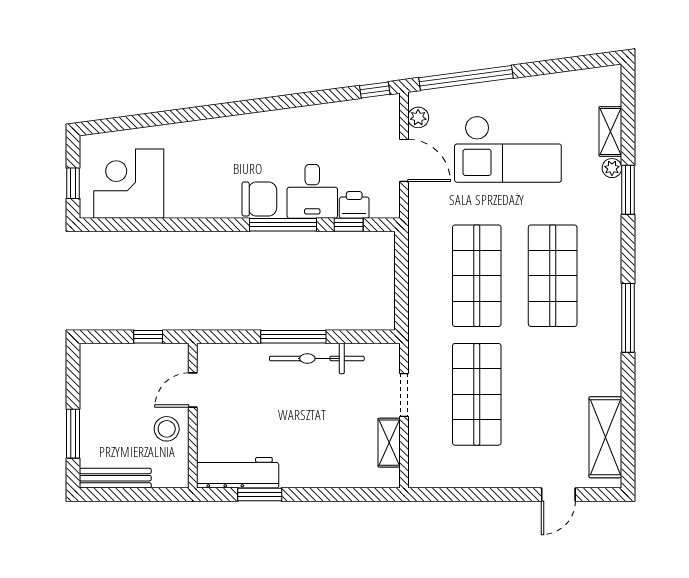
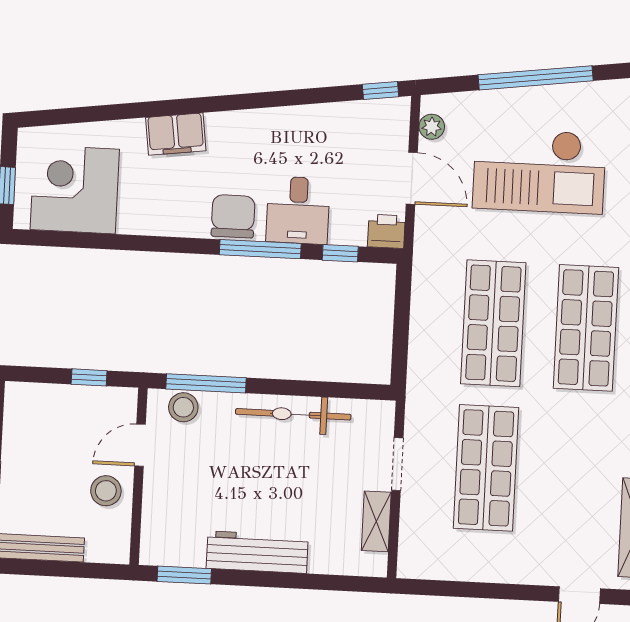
window: (466, 78) -> (536, 78), moved
filing cabinet: (209, 134) -> (176, 134), added
chair: (259, 199) -> (233, 216), turned -90
printer: (354, 205) -> (386, 231), moved
window: (293, 337) -> (206, 383), moved
stool: (227, 357) -> (183, 407), added
workbench: (238, 473) -> (257, 552), moved
window: (260, 495) -> (184, 575), moved

